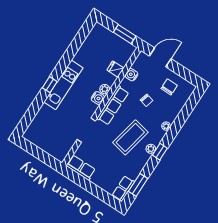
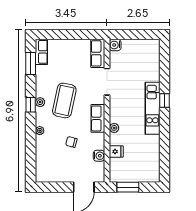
chair: (169, 87) -> (59, 166), removed
water cooler: (98, 98) -> (115, 45), moved
row of seats: (113, 105) -> (98, 118), width x0.68
row of seats: (81, 168) -> (98, 53), moved, turned 90

